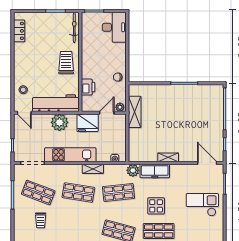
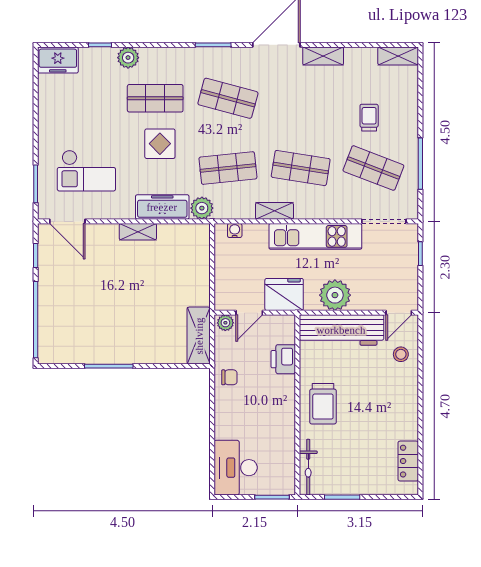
shelving: (135, 112) -> (199, 336), moved
door: (24, 113) -> (399, 313), swing flipped
checkout: (202, 205) -> (86, 171), moved

